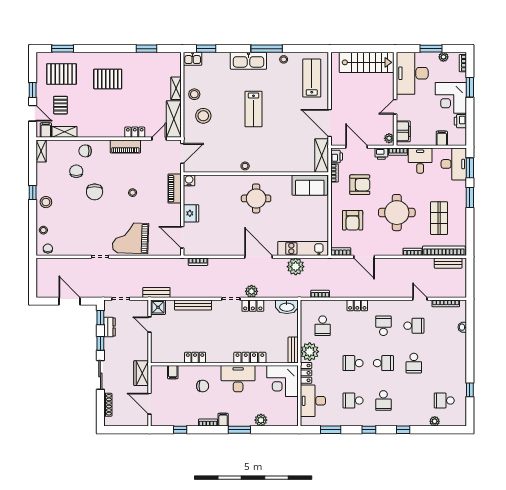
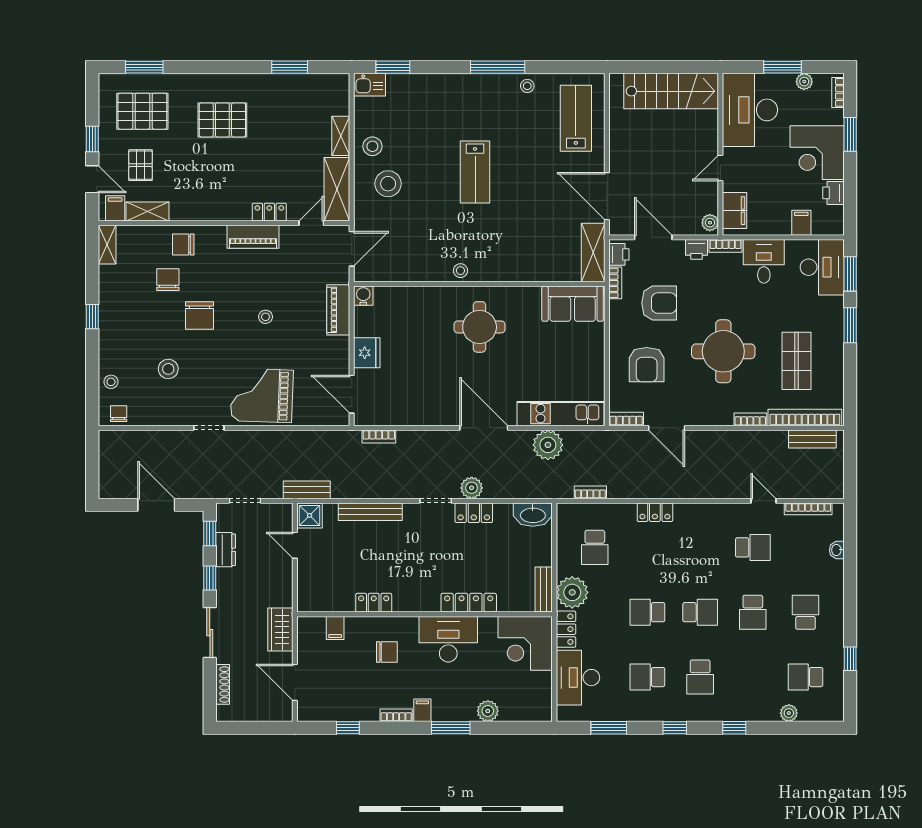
kitchen sink: (248, 61) -> (466, 88), removed
stool: (46, 202) -> (168, 369), moved
school desk: (383, 326) -> (805, 612), moved

